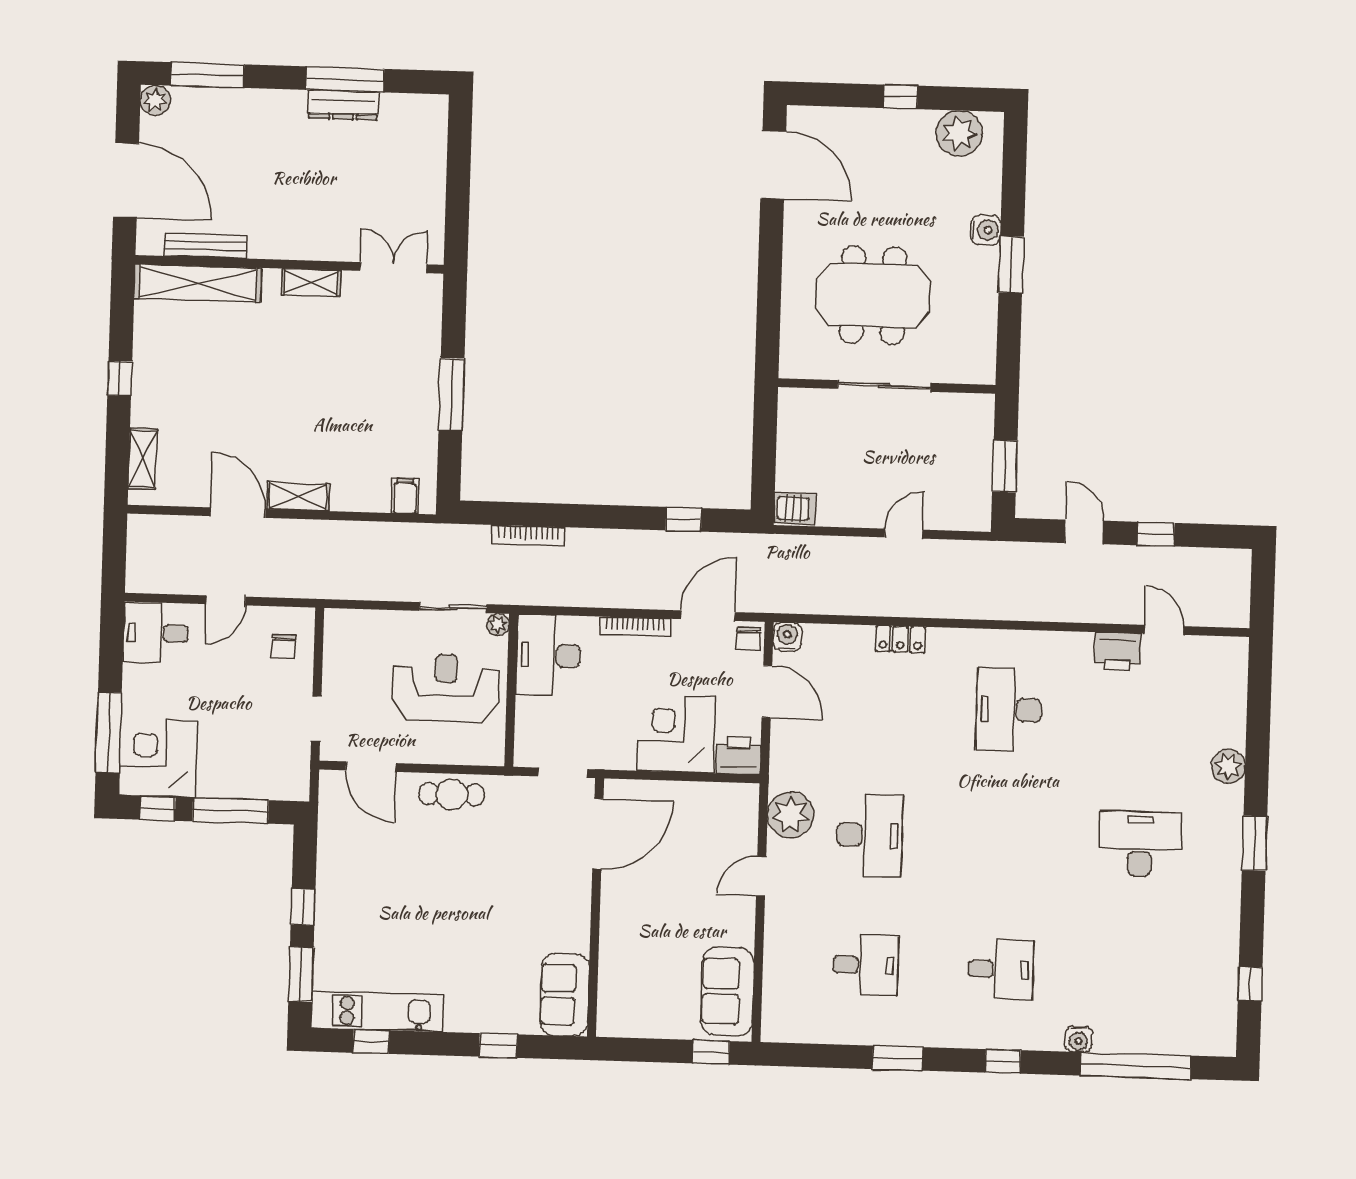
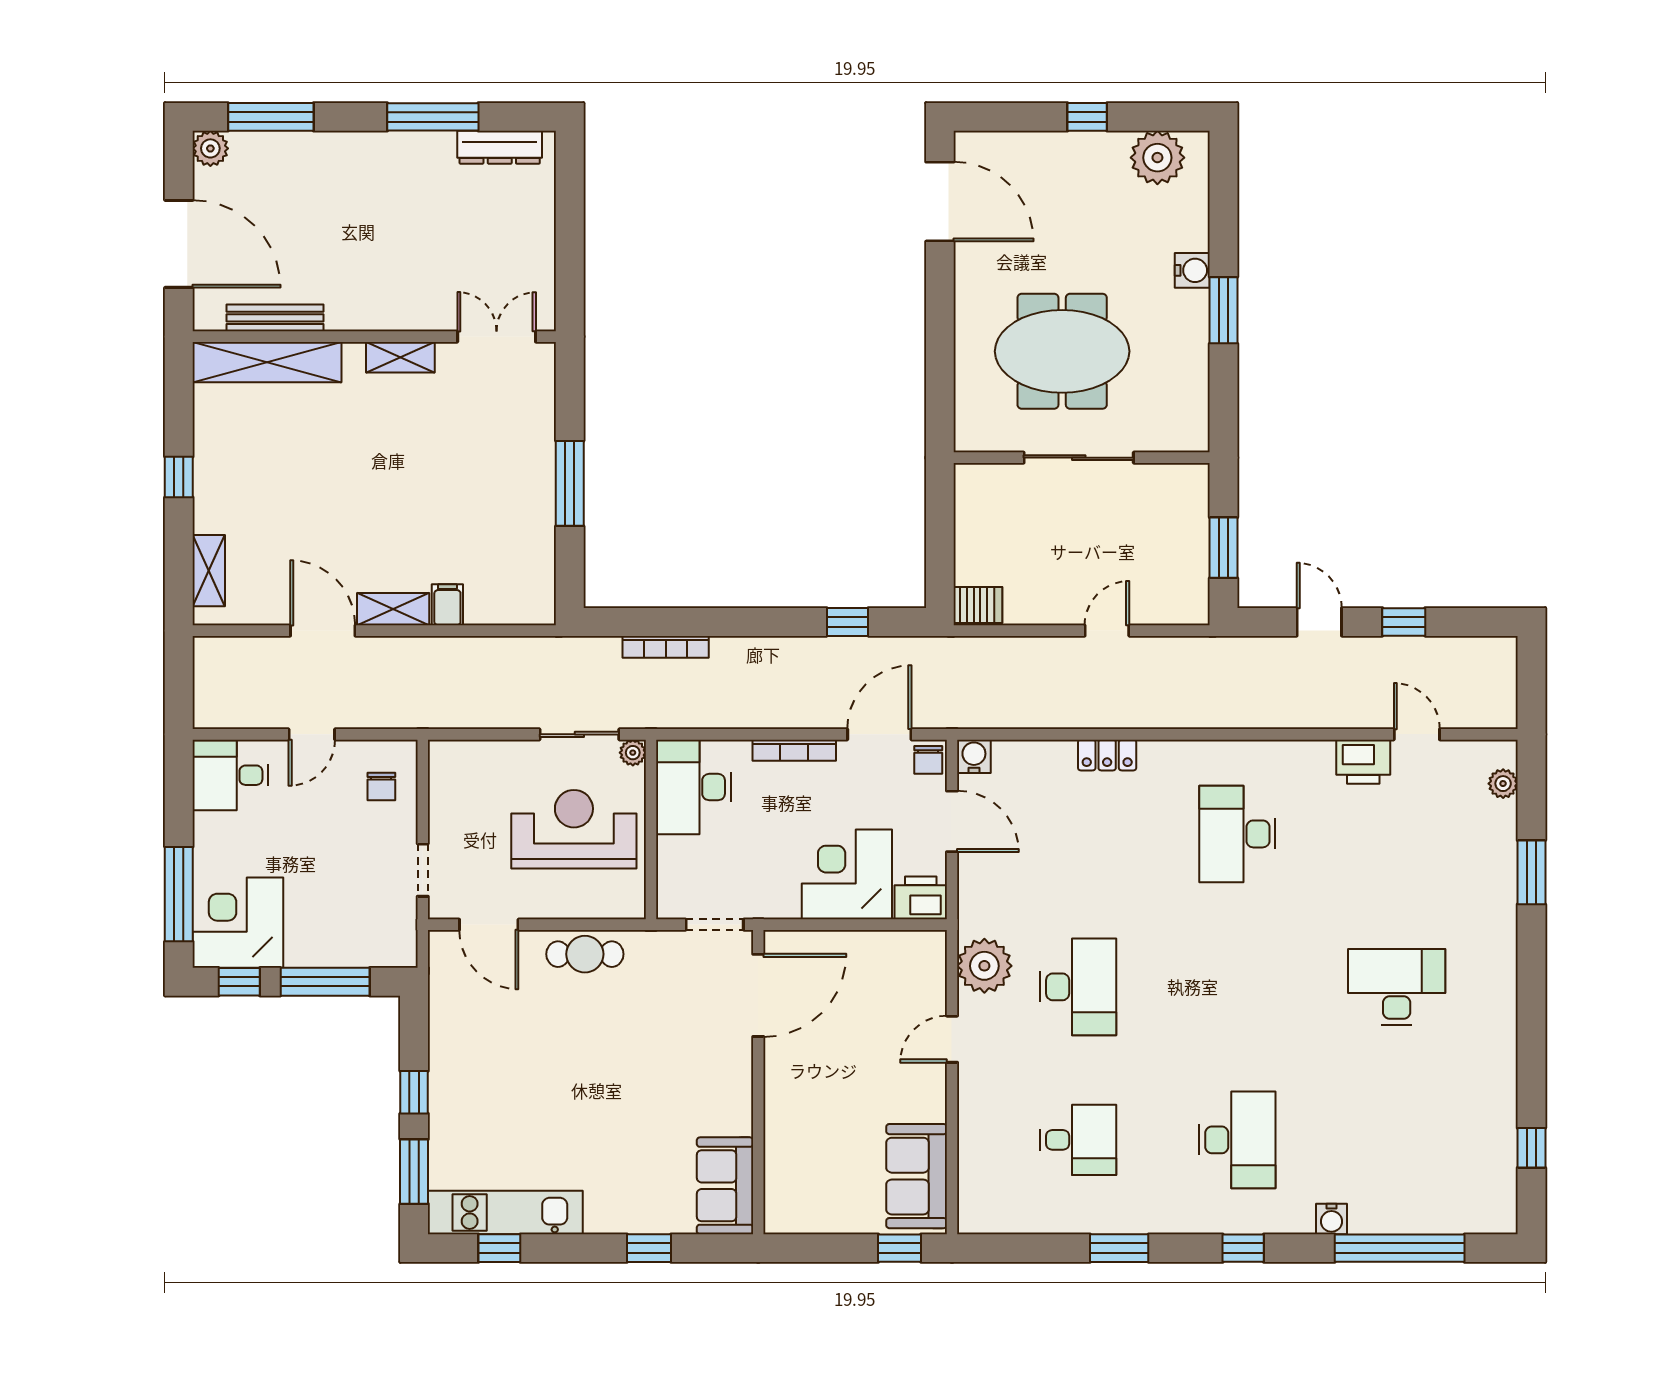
dresser: (343, 105) -> (500, 147), moved
filing cabinet: (405, 496) -> (447, 605), moved
plant: (1228, 766) -> (1503, 784), moved, width x0.73, depth x0.73
window: (1255, 843) -> (1531, 872), moved
desk: (1001, 969) -> (1237, 1140), width x1.37

